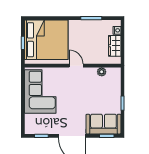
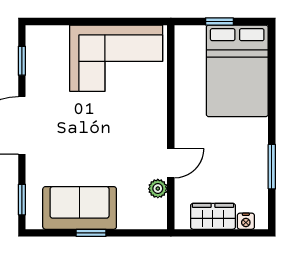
bed: (46, 40) -> (237, 71), width x0.73
door: (76, 66) -> (171, 163), moved
sofa: (103, 124) -> (80, 208), moved, turned -90

